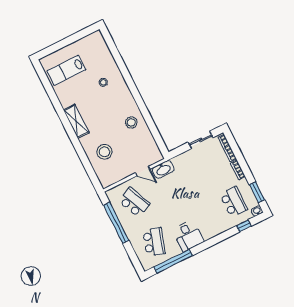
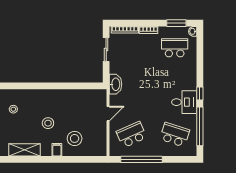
shelving: (76, 121) -> (25, 150), moved
stool: (131, 122) -> (48, 123), moved
filing cabinet: (86, 141) -> (57, 150), added
washbasin: (163, 169) -> (115, 84), moved
window: (244, 226) -> (200, 94), moved

